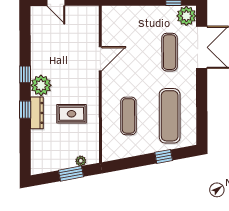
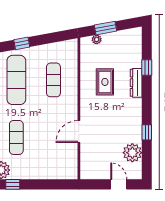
window: (25, 74) -> (147, 132), moved
plant: (41, 85) -> (132, 153), moved
window: (25, 110) -> (147, 68), moved
rug: (72, 114) -> (105, 82), turned 90

